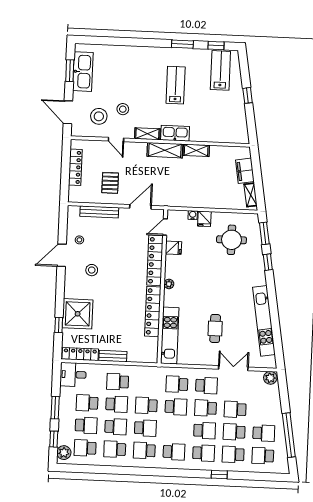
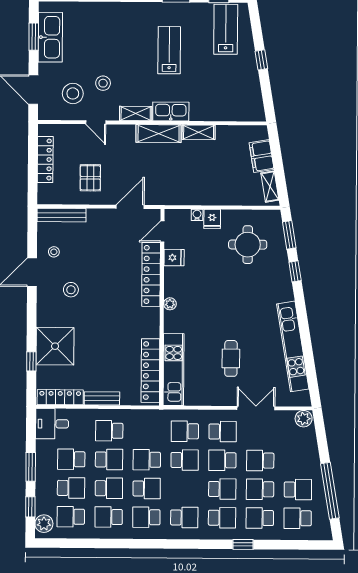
bench: (99, 212) -> (62, 215), moved
locker: (153, 312) -> (150, 371), moved

